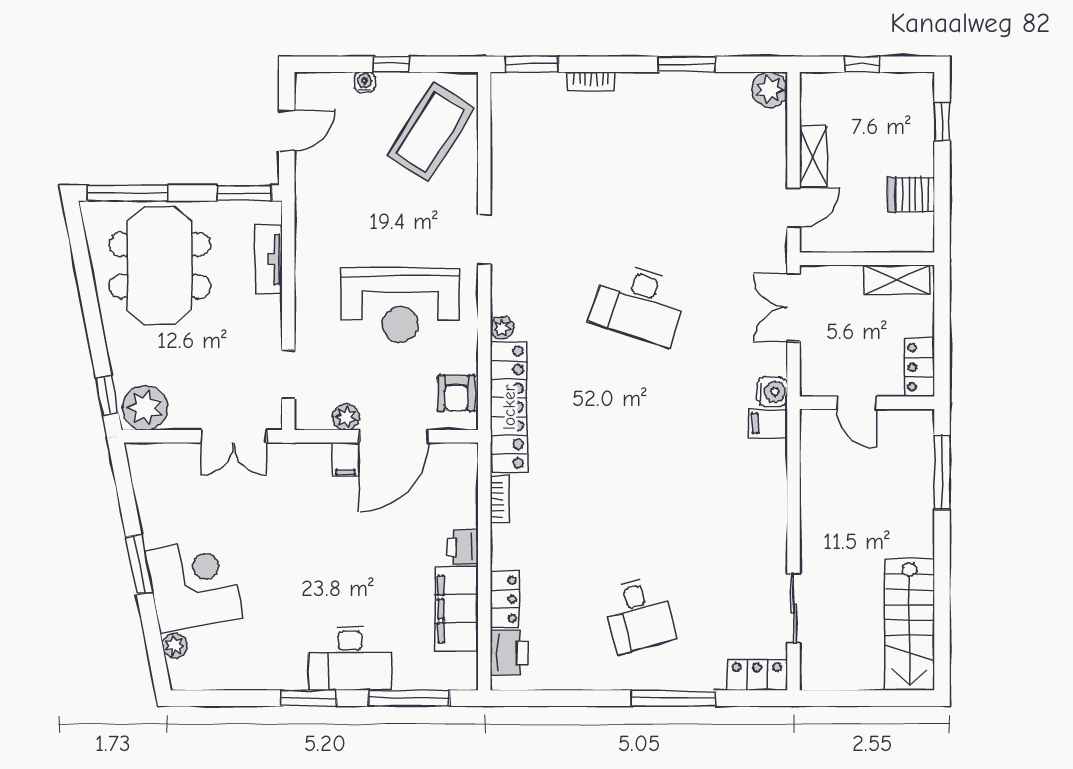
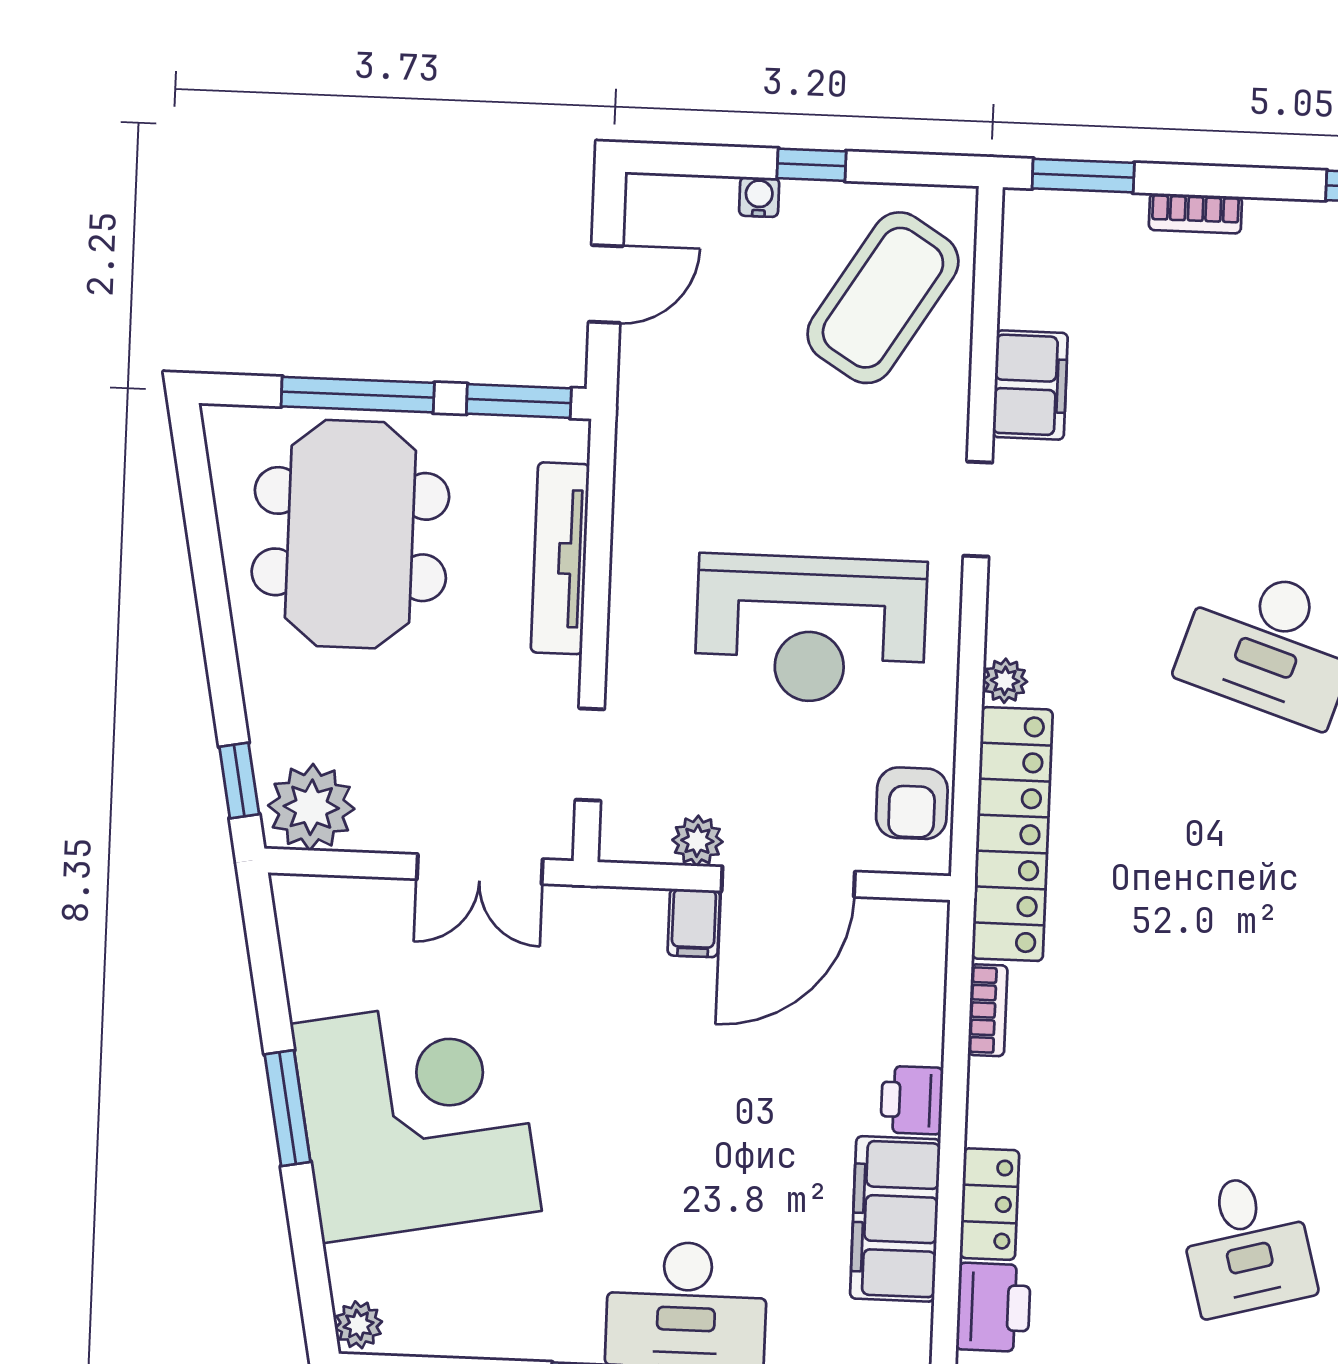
filing cabinet: (509, 174) -> (1030, 385), added
window: (128, 193) -> (358, 395), moved
tv unit: (269, 259) -> (560, 558), width x1.41
corner desk: (194, 584) -> (416, 1117), width x1.36, depth x1.36
plant: (175, 646) -> (359, 1325), moved

